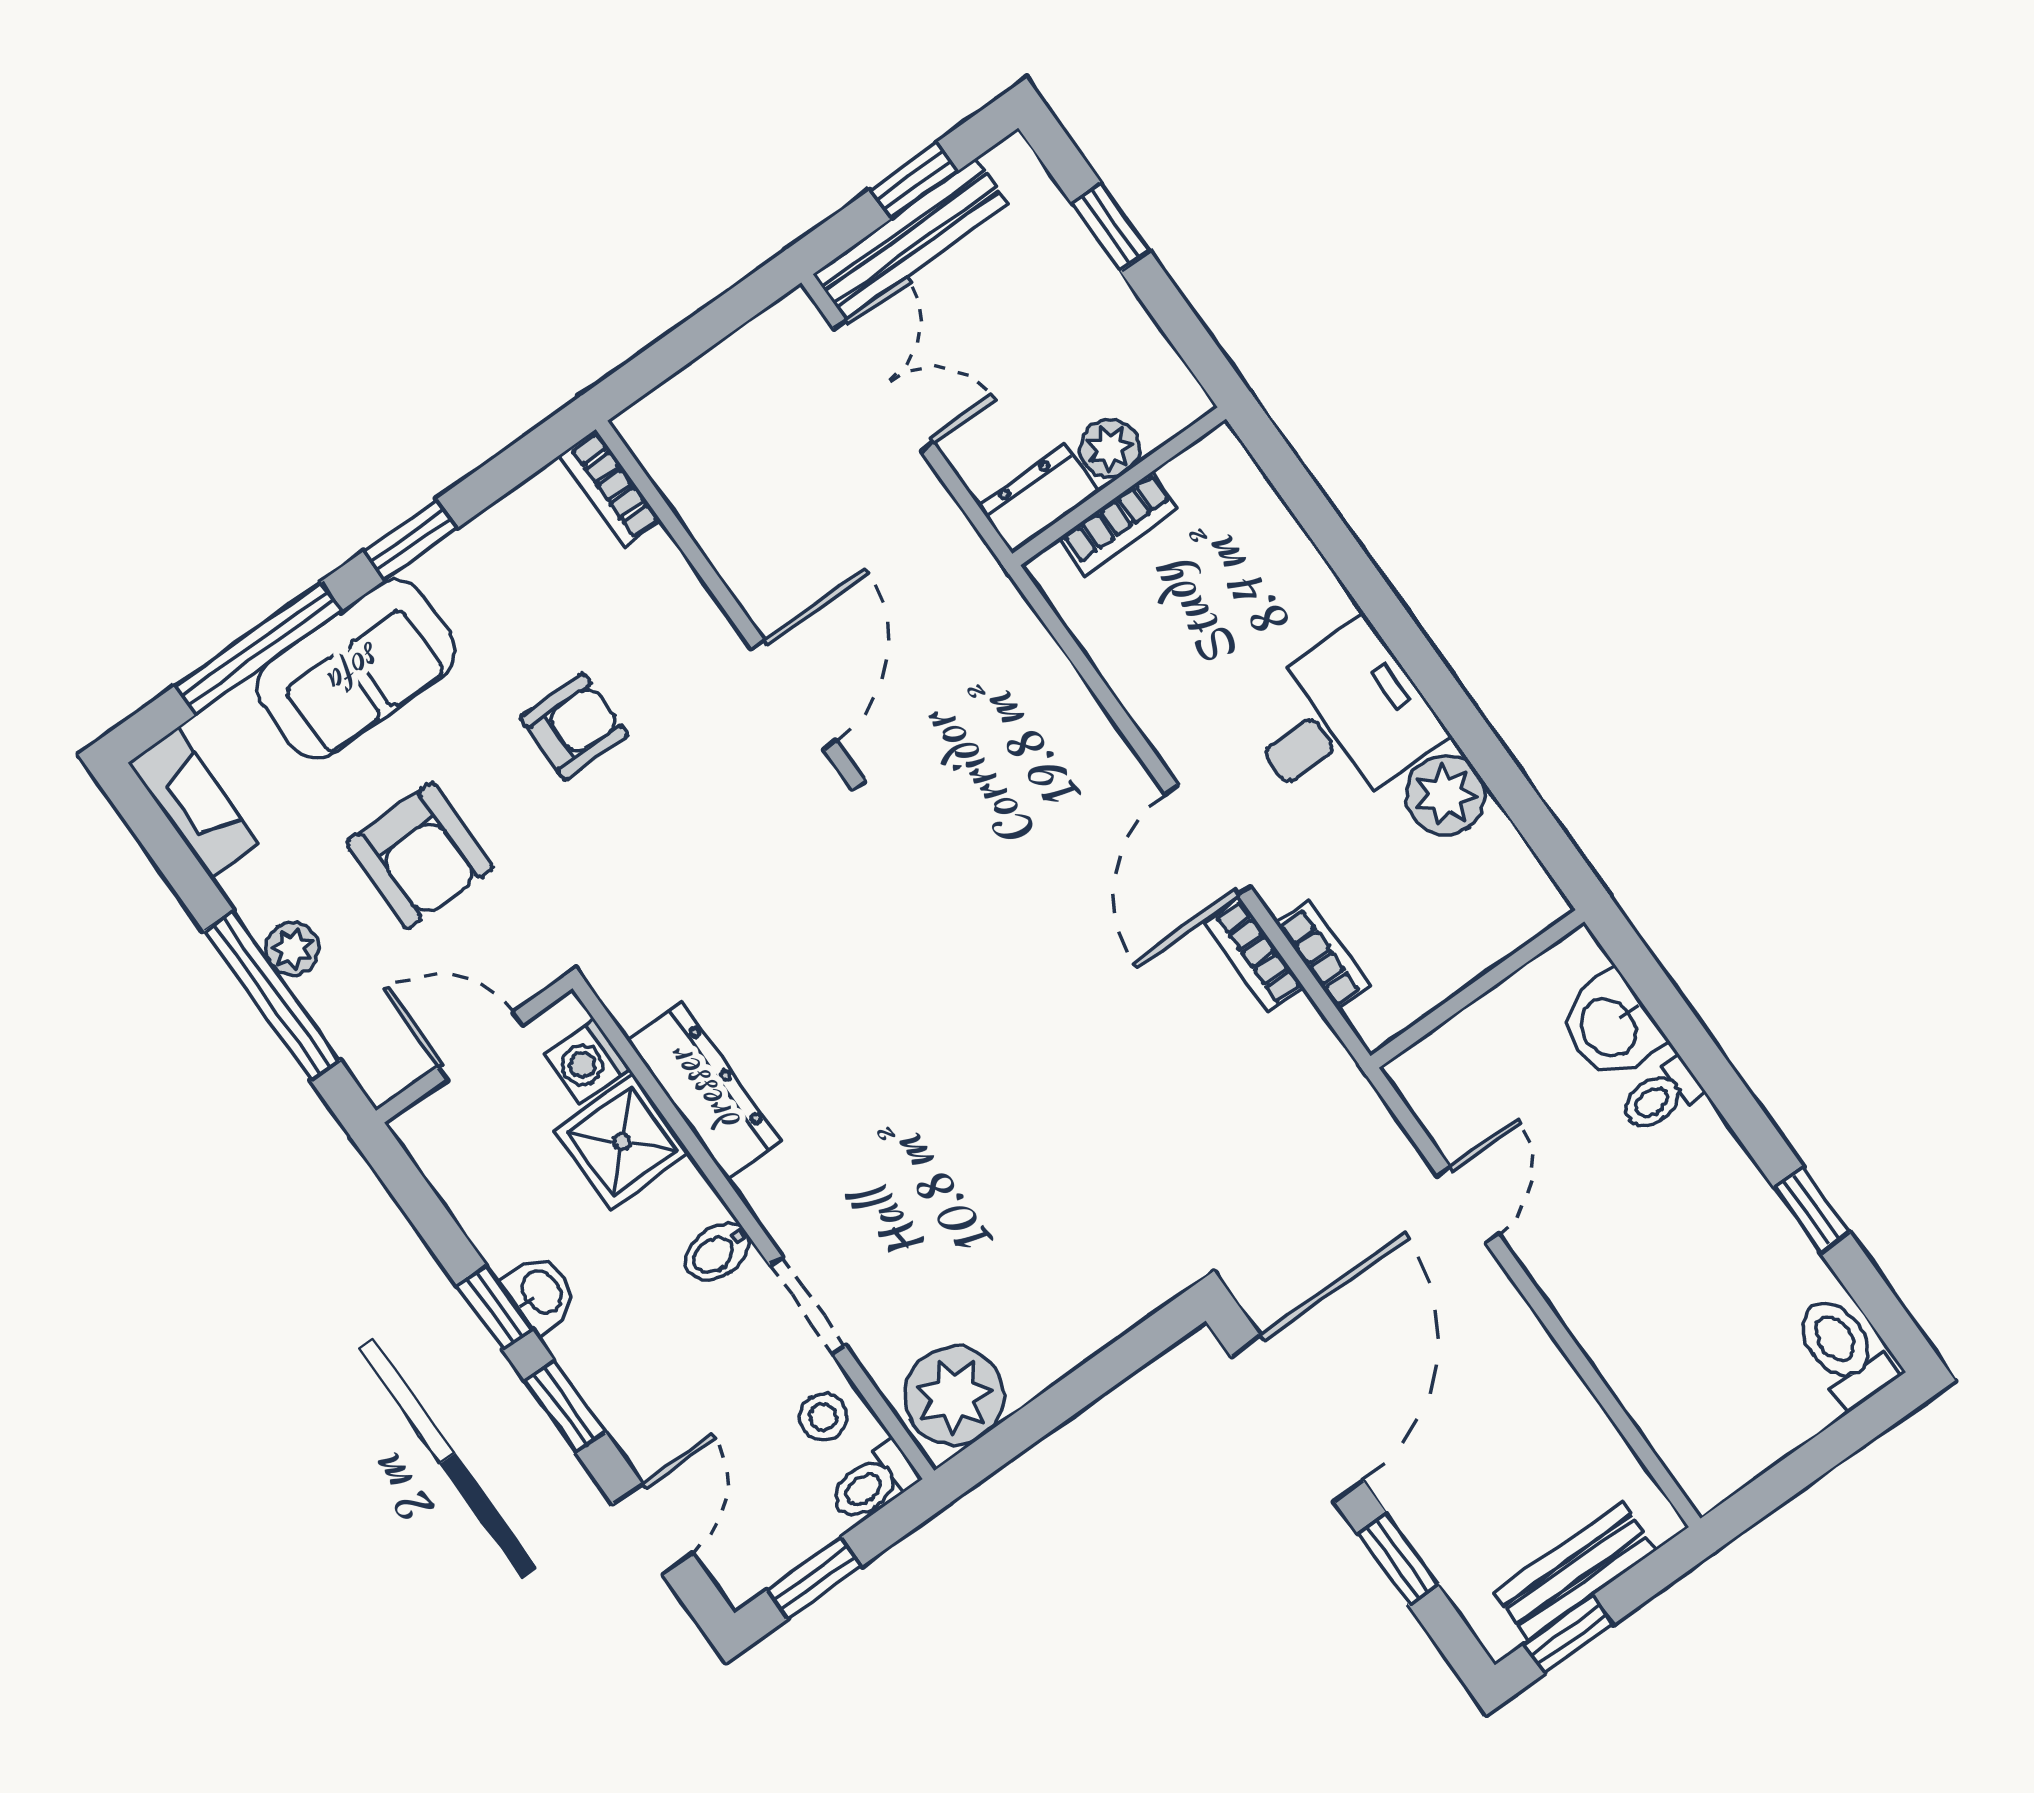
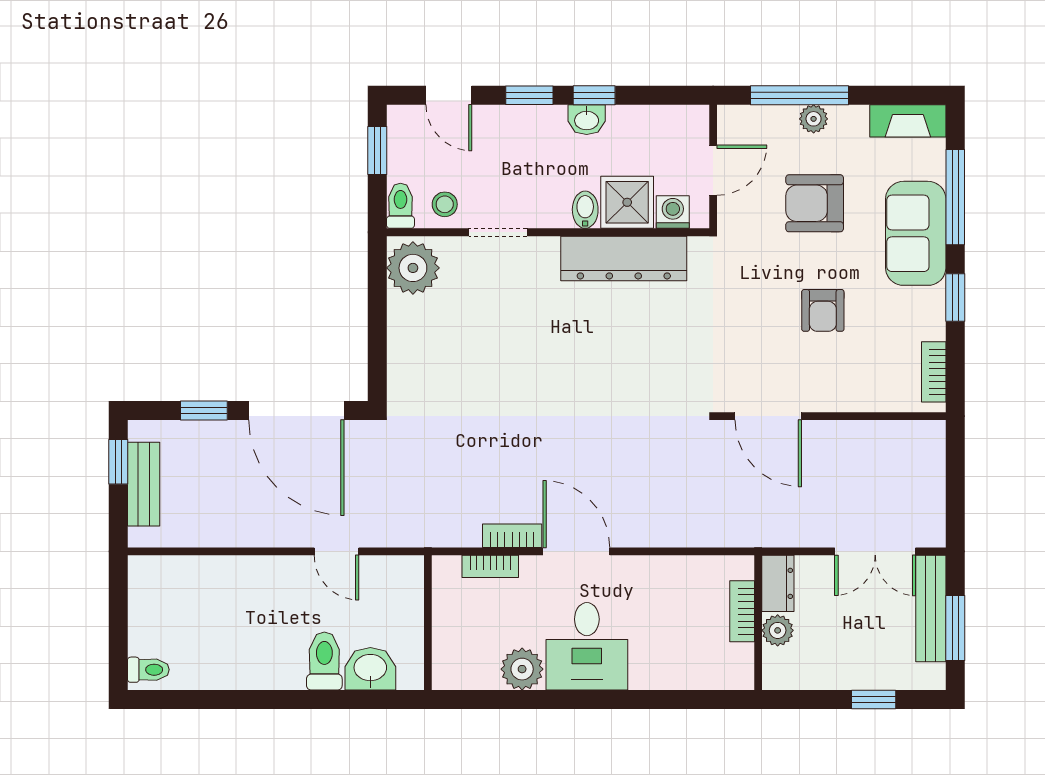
window: (914, 181) -> (955, 628), width x1.50
bookcase: (610, 488) -> (934, 372), moved, turned -90
dresser: (704, 1091) -> (624, 258), width x1.37, depth x1.24
toilet: (1660, 1096) -> (324, 661), width x1.37, depth x1.39
window: (1812, 1210) -> (228, 700), removed
bidet: (717, 1252) -> (585, 210), moved
toilet: (1844, 1351) -> (148, 670), width x0.73, depth x0.72

